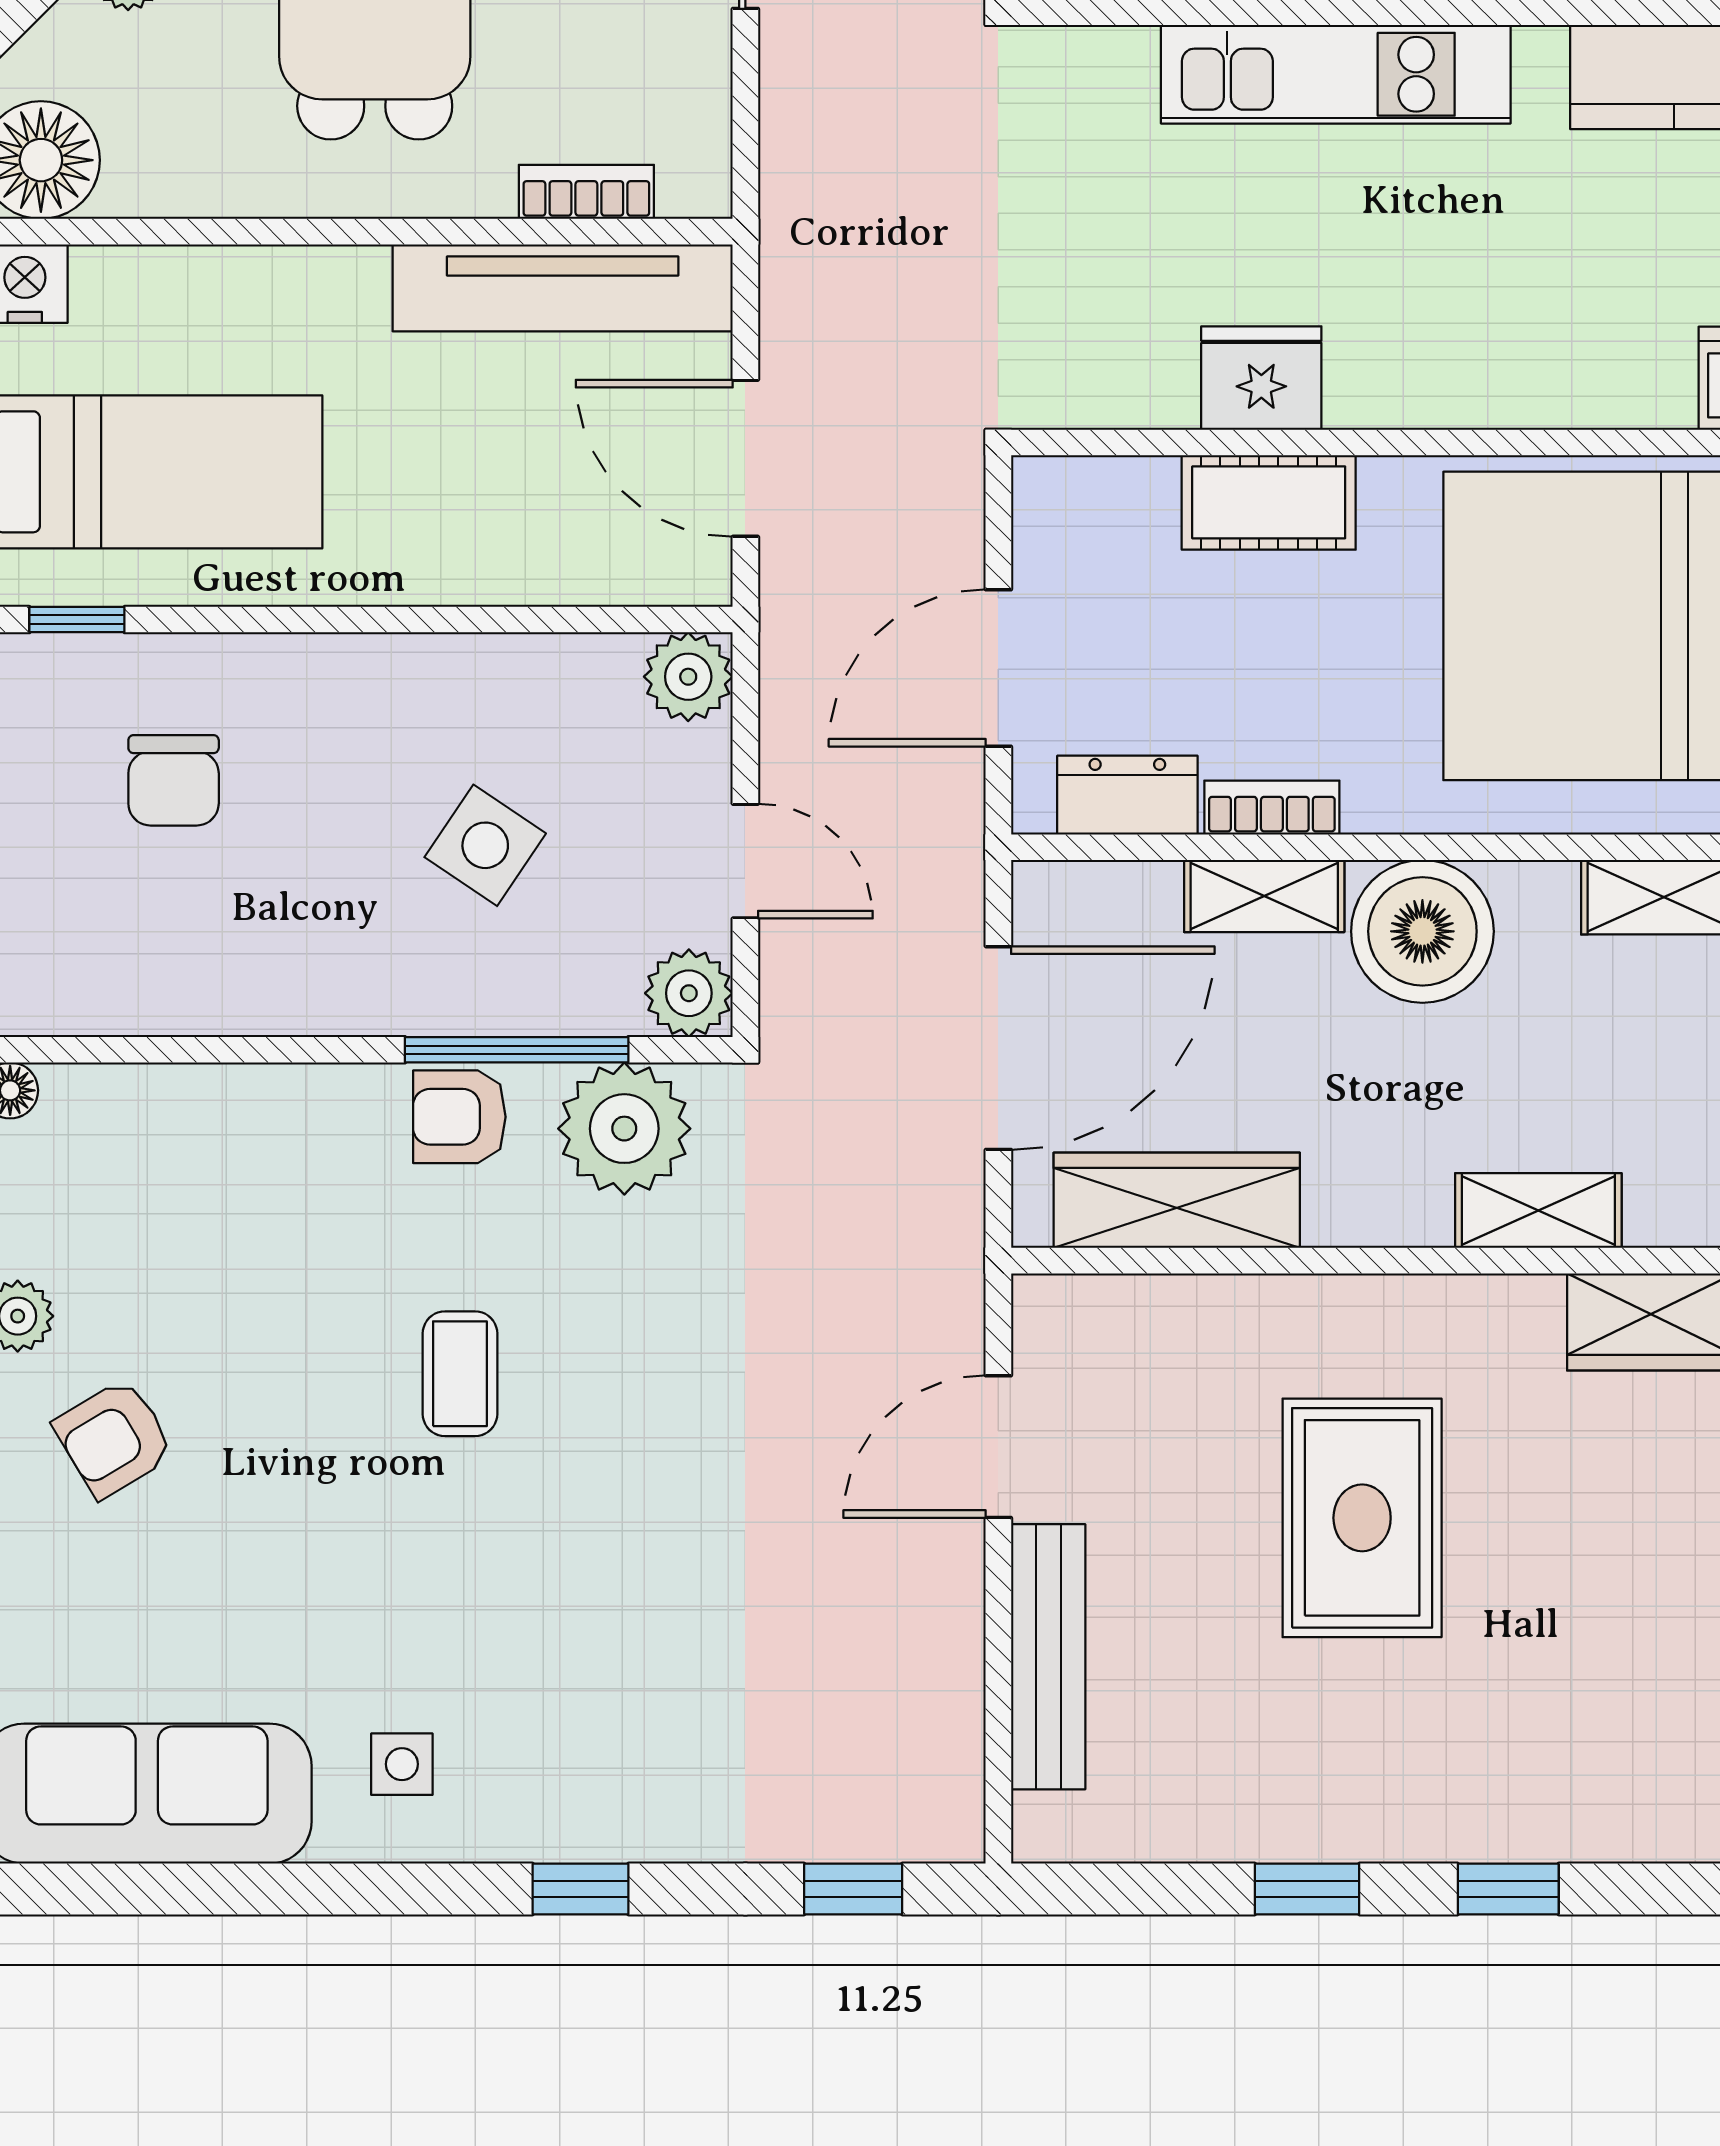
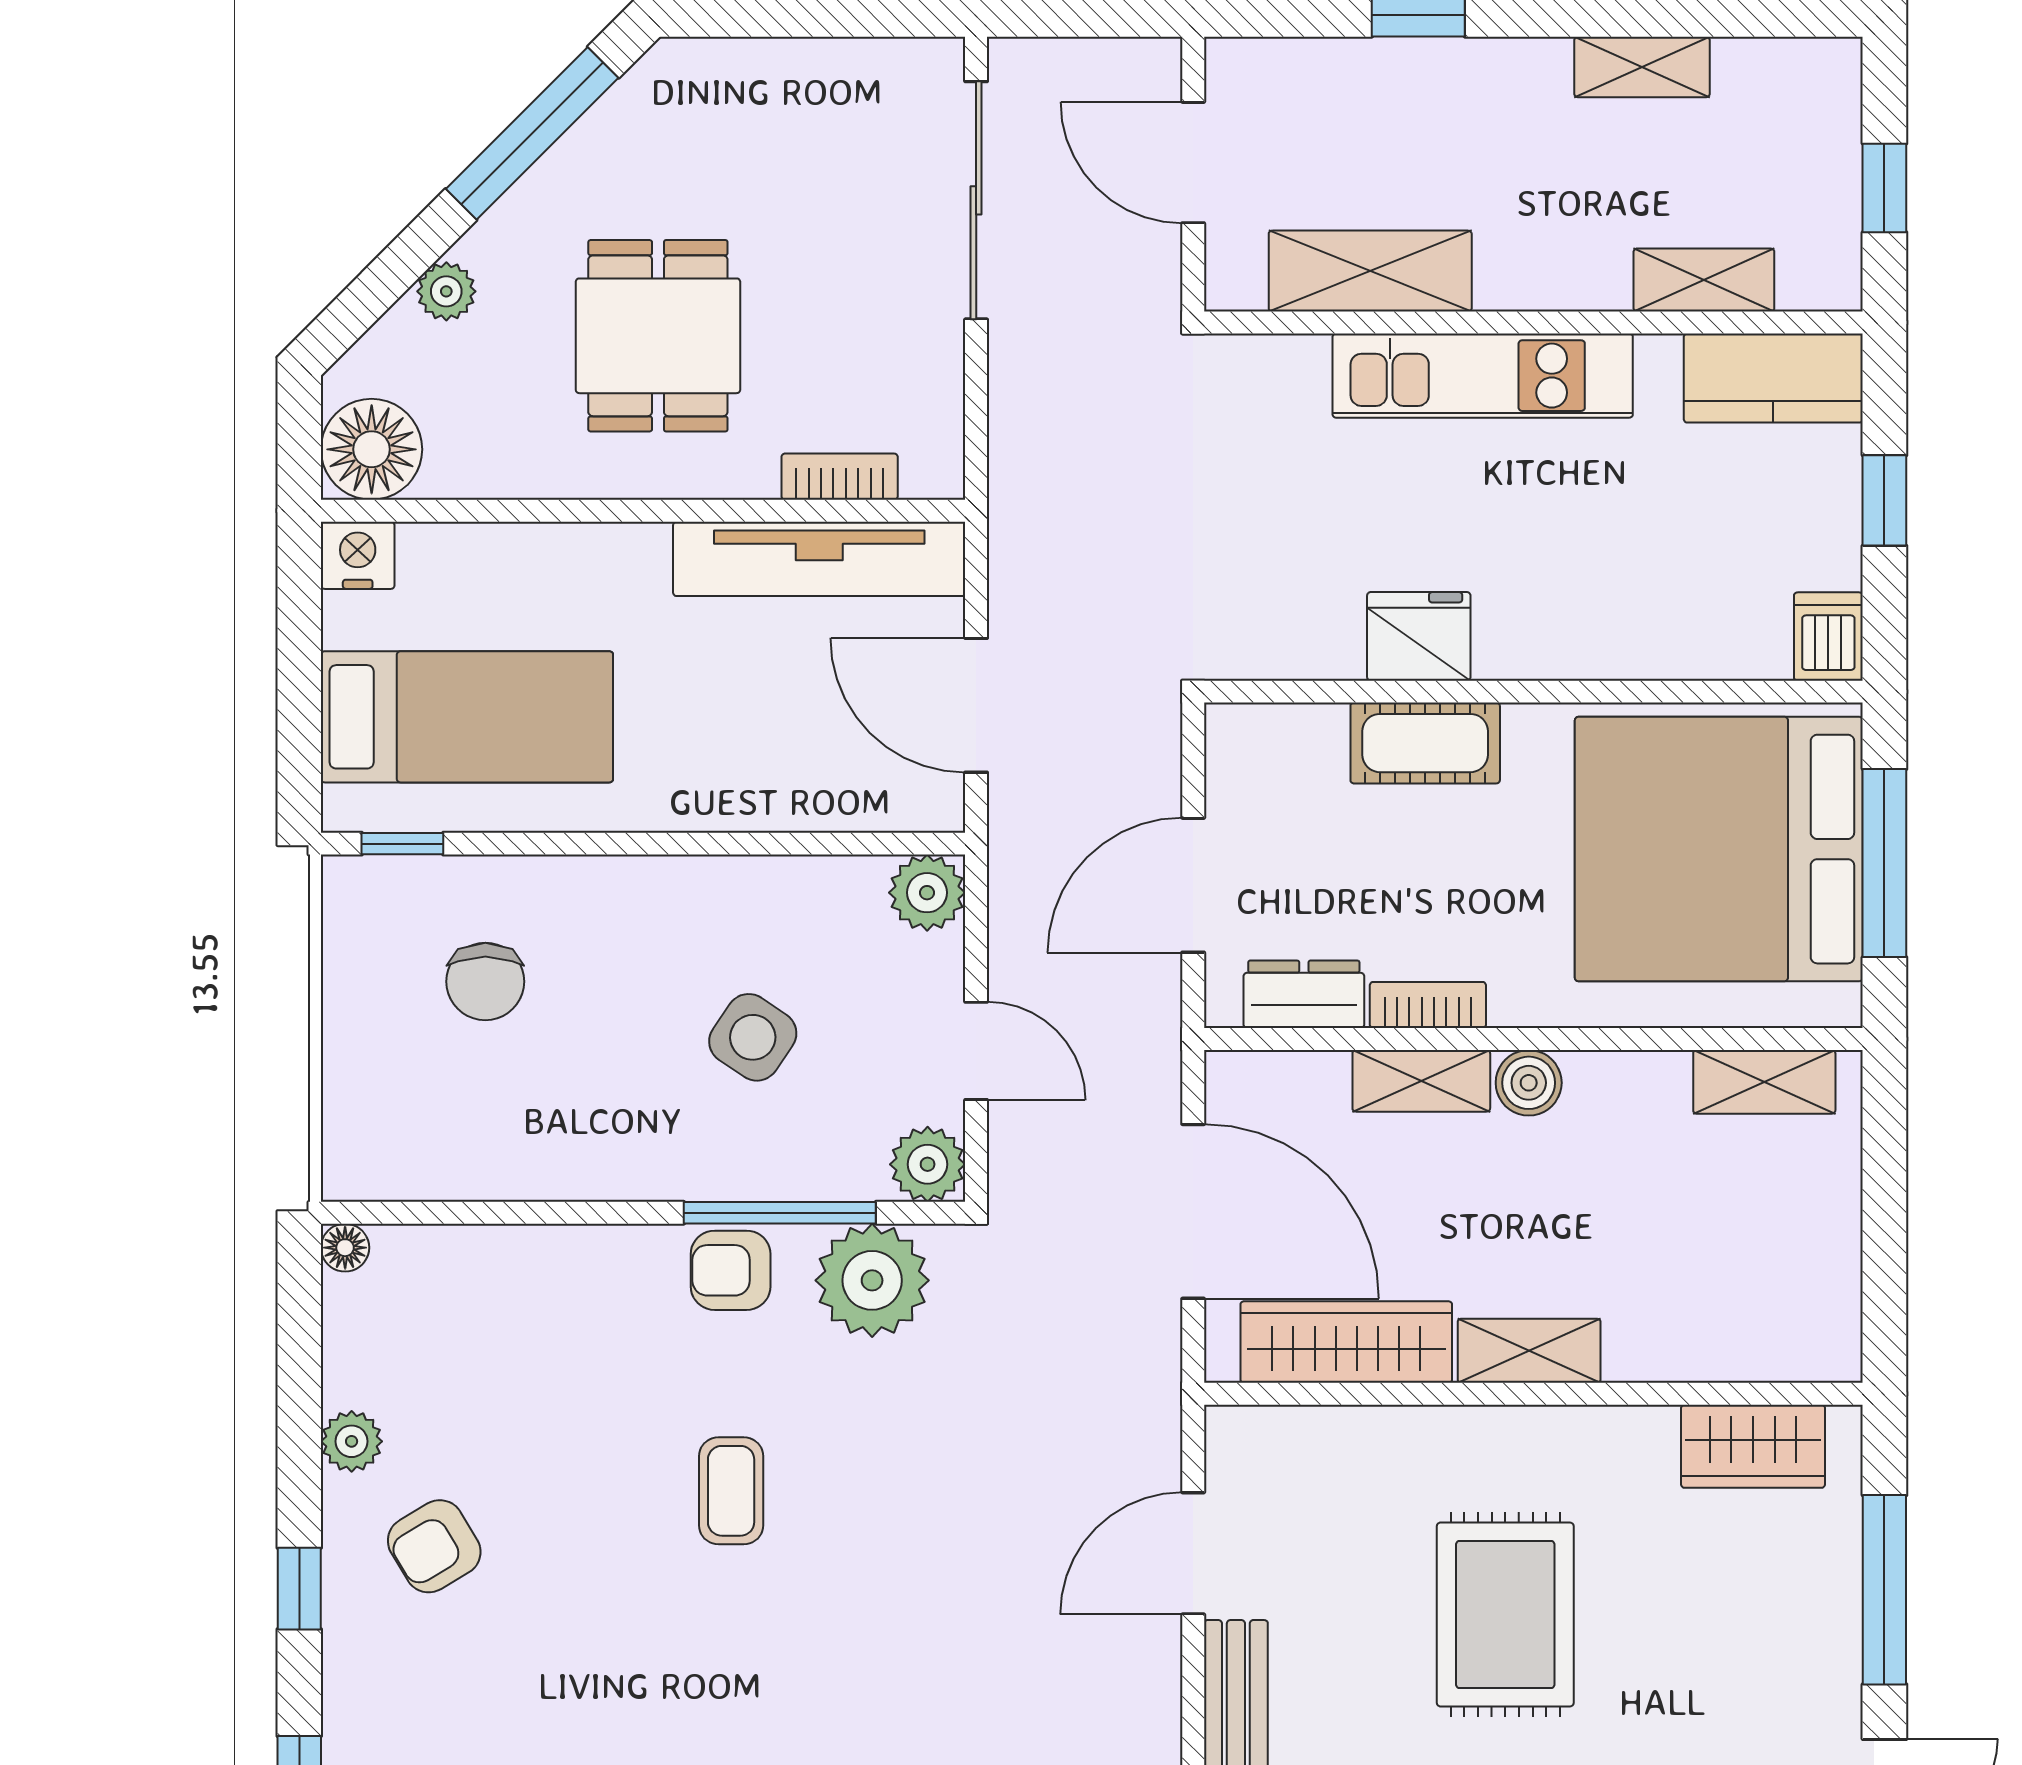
boiler: (1422, 931) -> (1529, 1083), width x0.54, depth x0.54
door: (998, 1048) -> (1193, 1211), hinge flipped
shelving: (1538, 1211) -> (1529, 1351), moved

